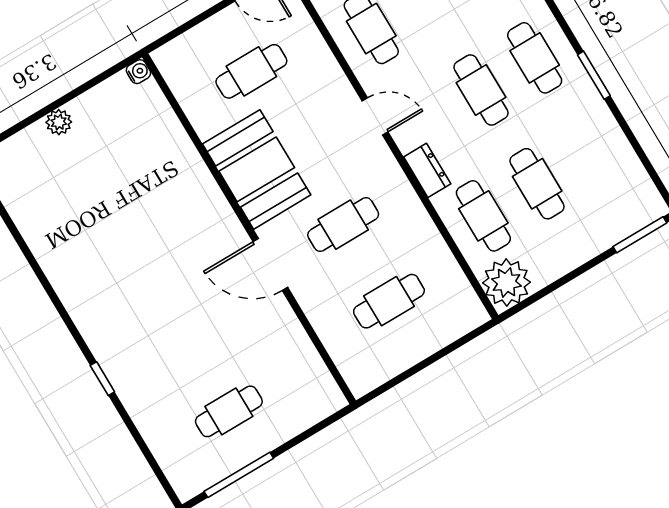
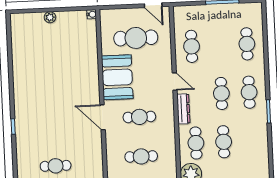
cafe table: (251, 71) -> (136, 38), width x1.37, depth x1.35
dresser: (427, 170) -> (183, 109), width x1.44

